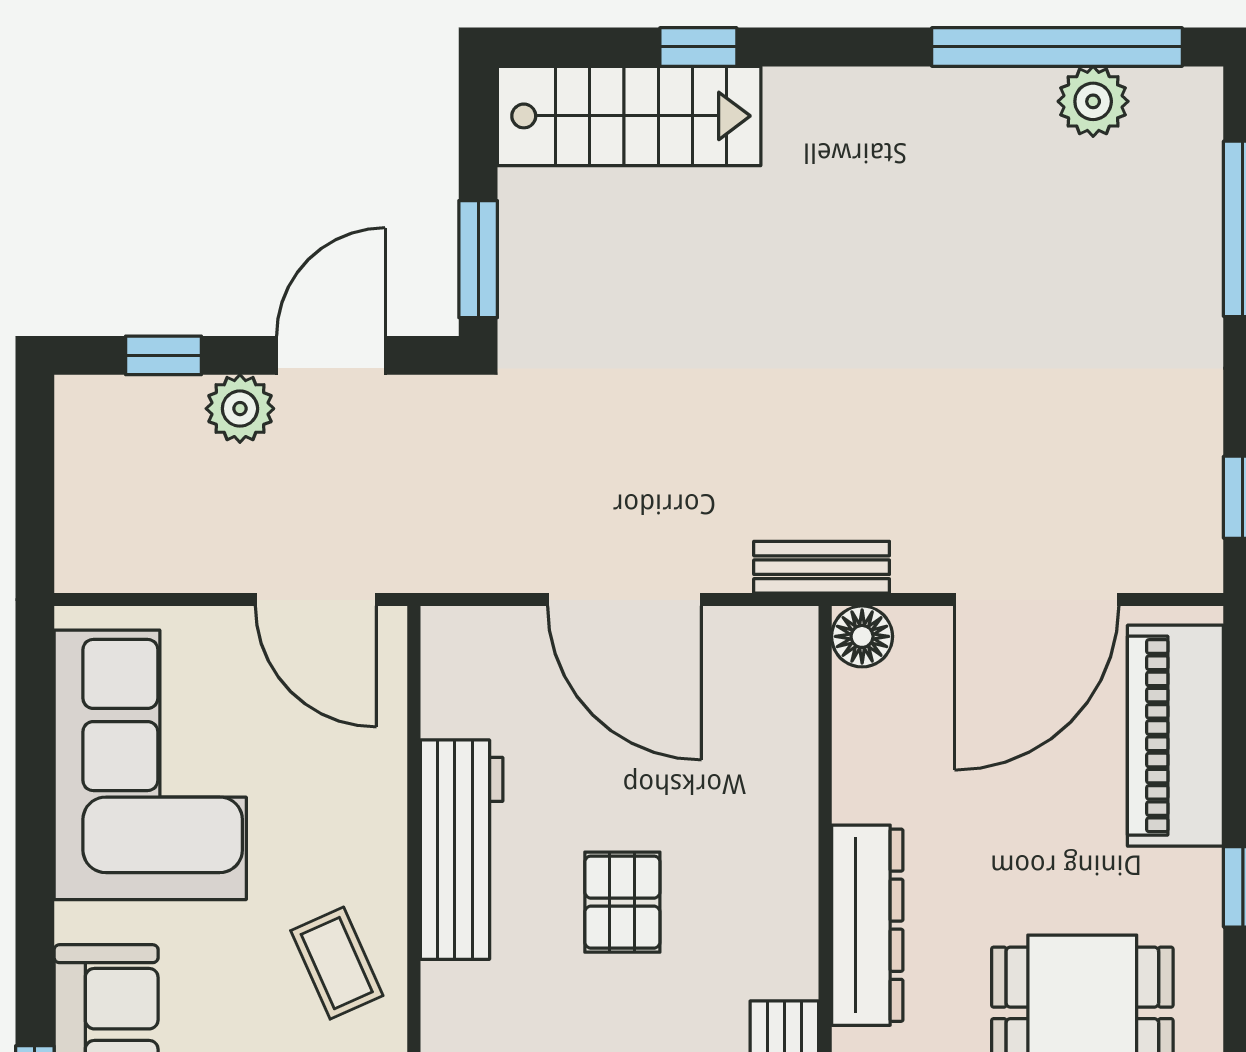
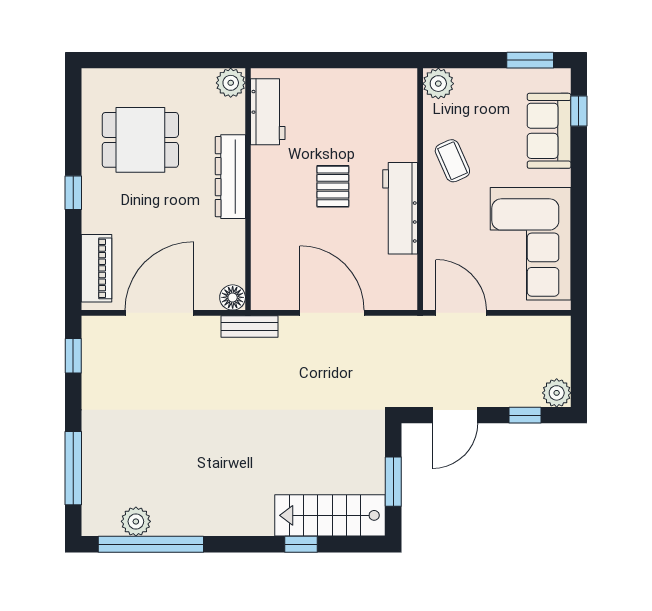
window: (478, 259) -> (393, 482), moved
plant: (240, 409) -> (557, 393), moved
piano: (1175, 736) -> (96, 268), width x0.73, depth x0.75

